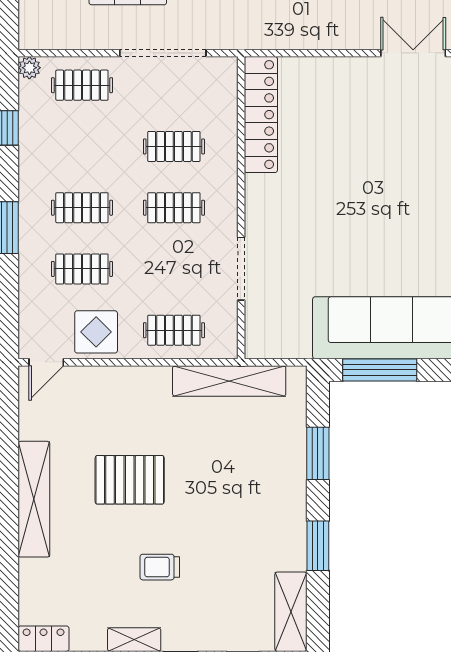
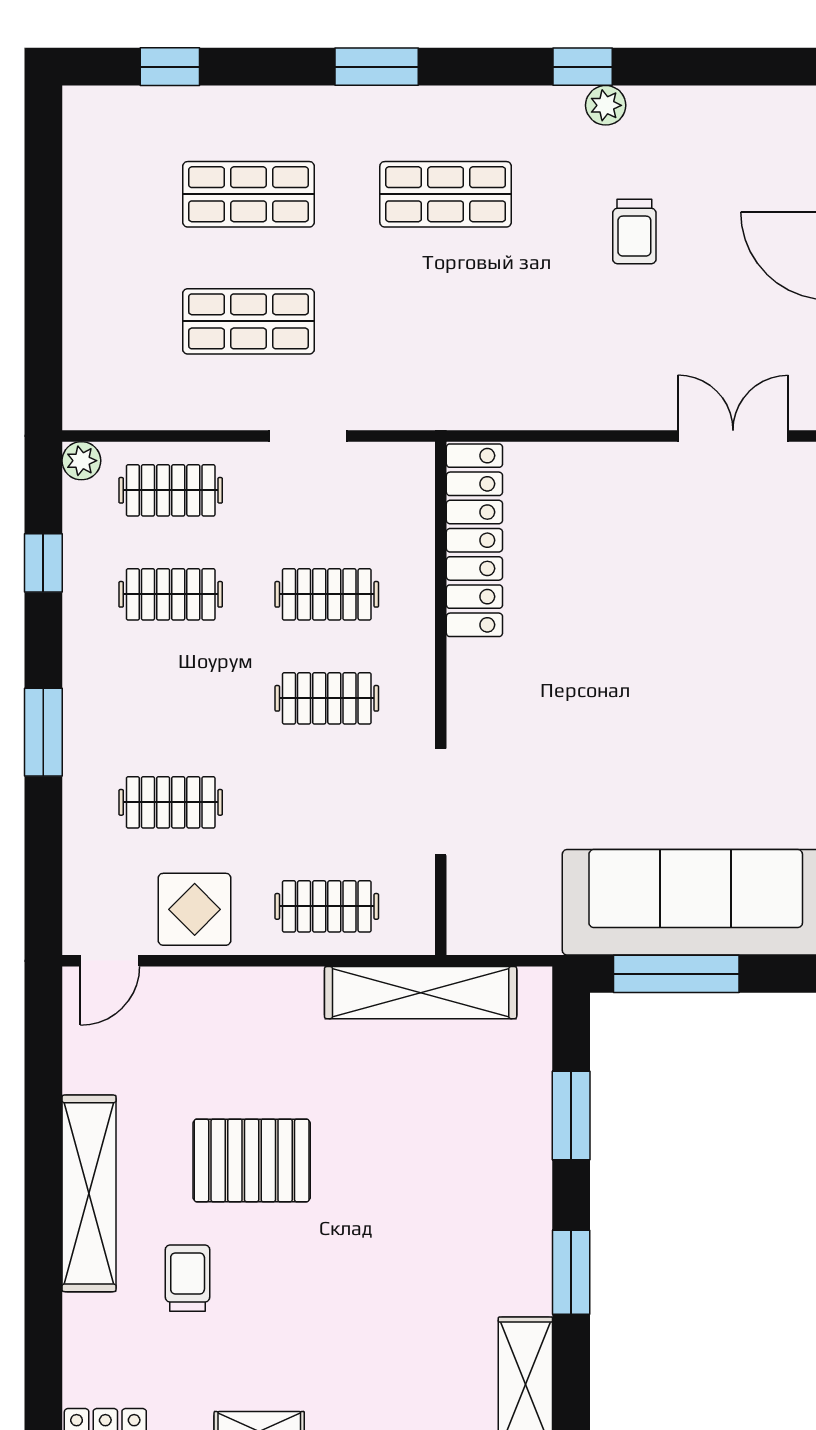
doorway: (163, 53) -> (308, 436), width x0.53
clothes rail: (82, 208) -> (171, 594), moved
trolley: (160, 567) -> (188, 1278), moved, turned 90

